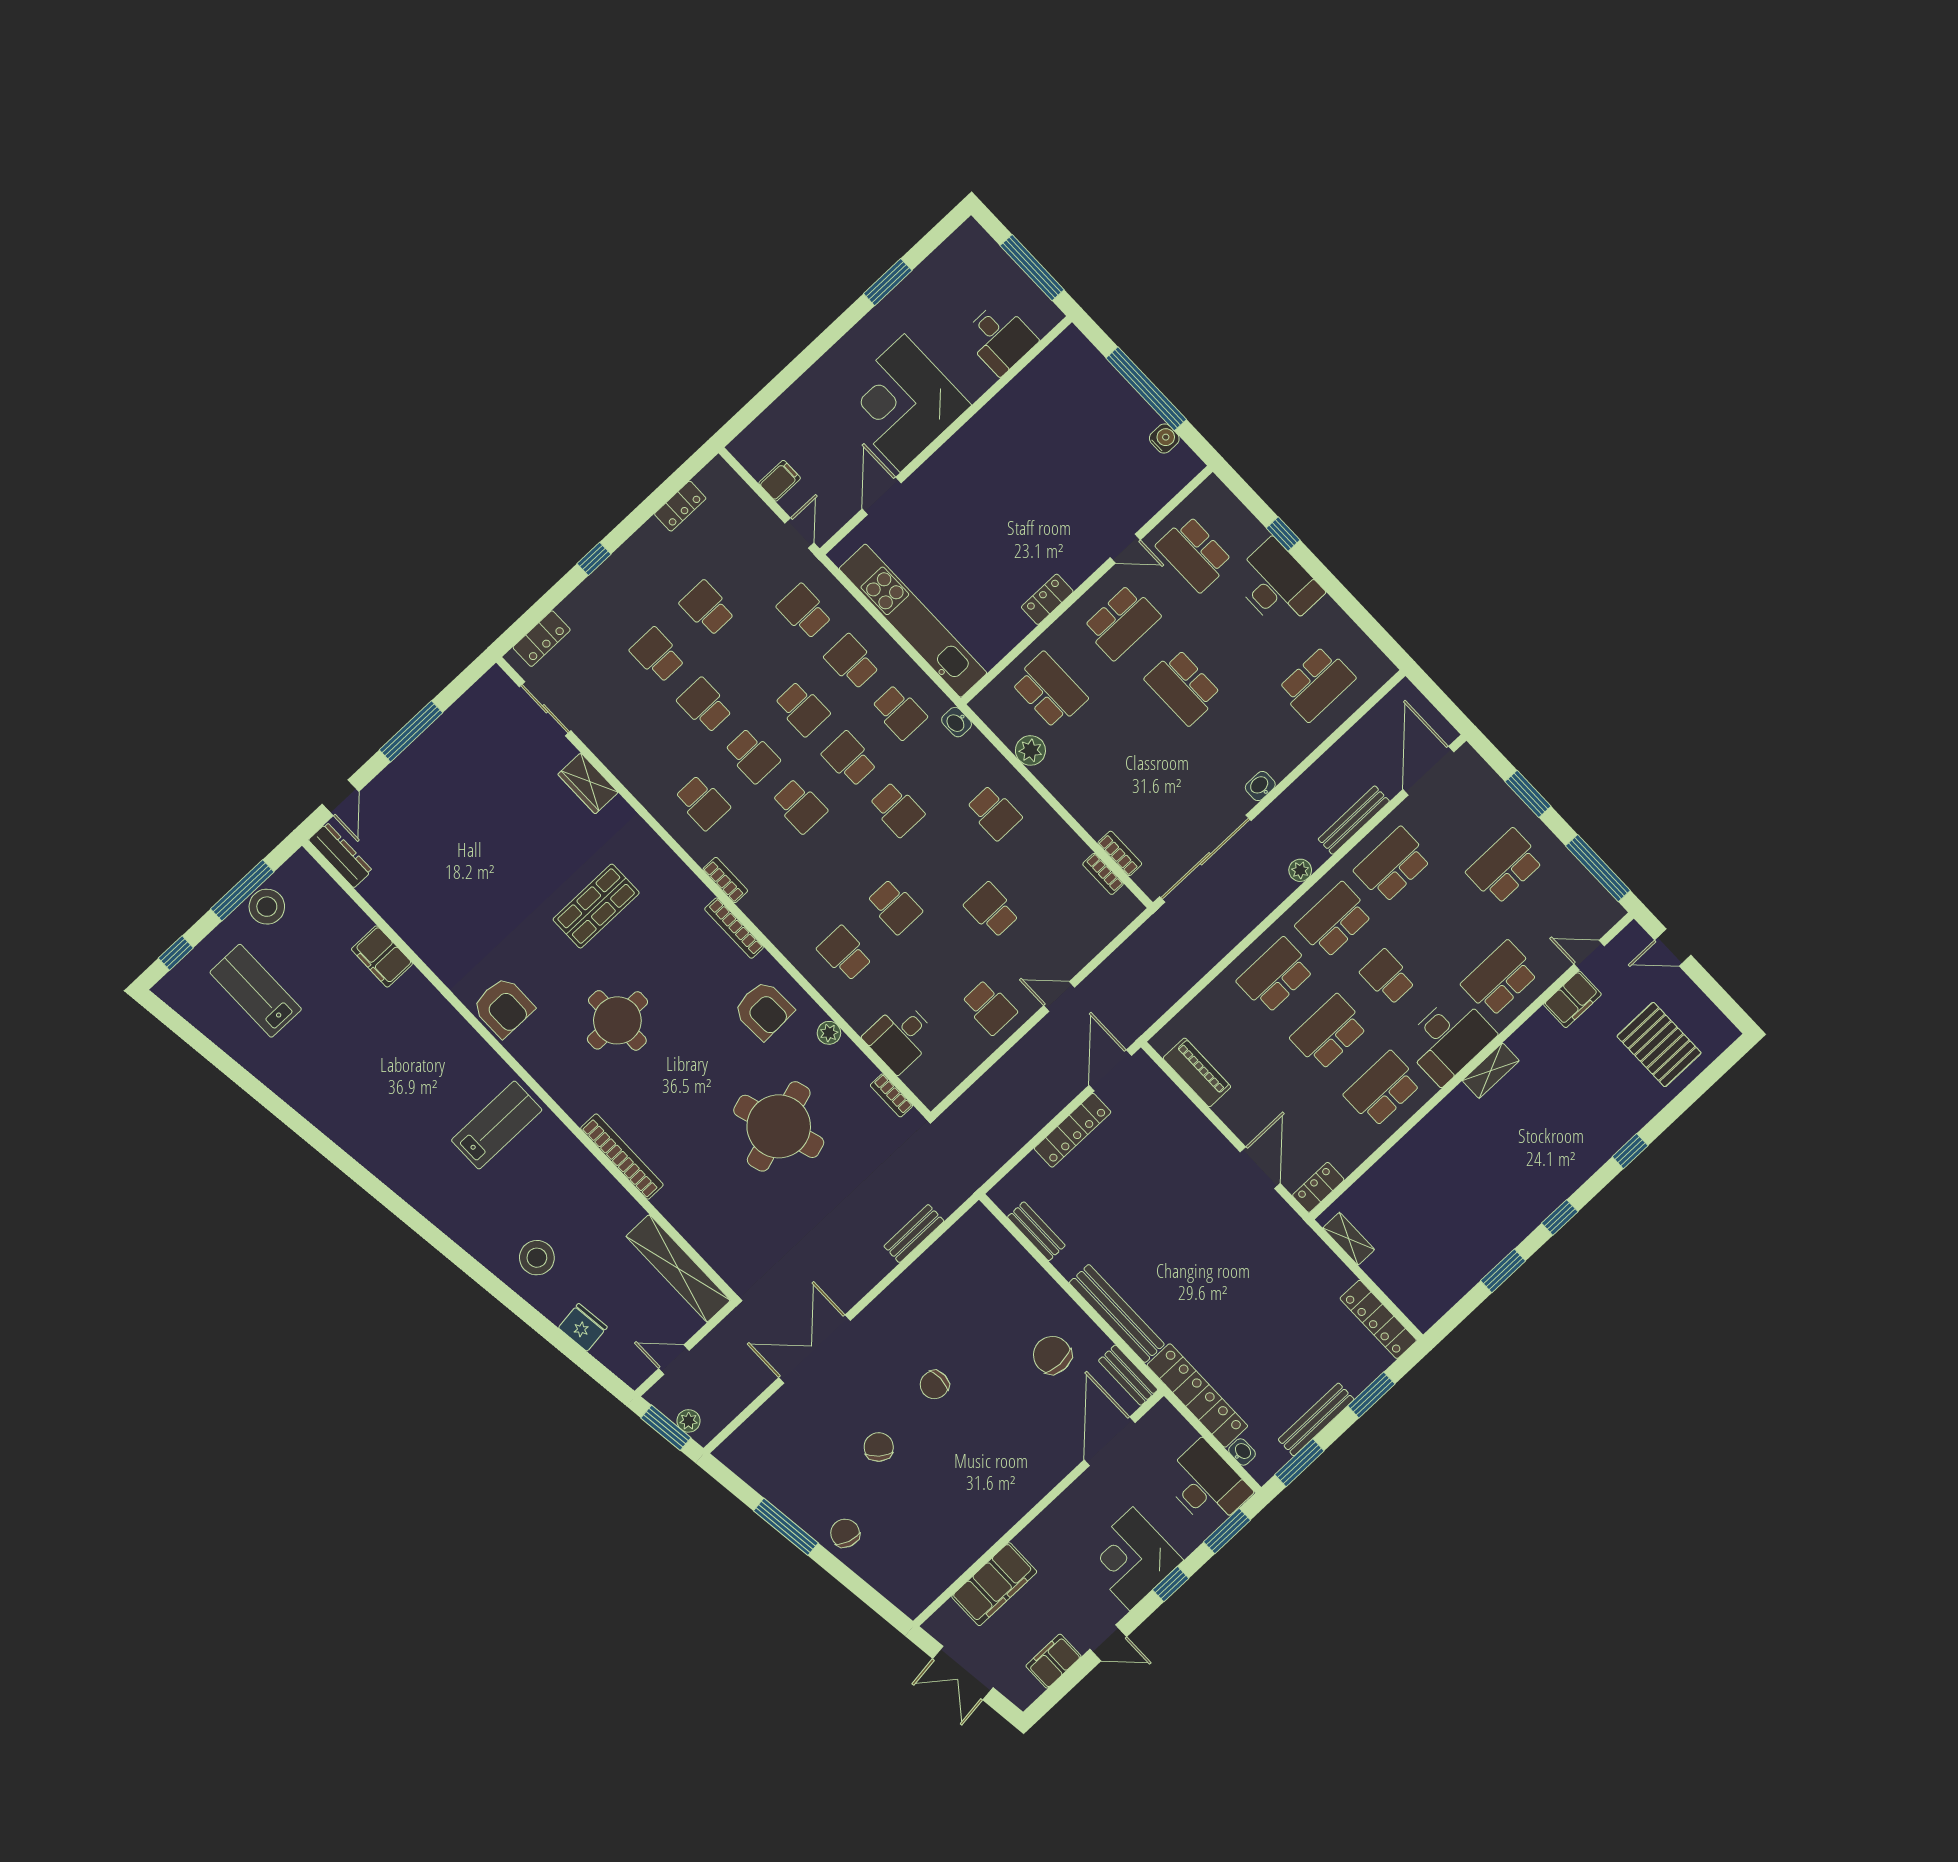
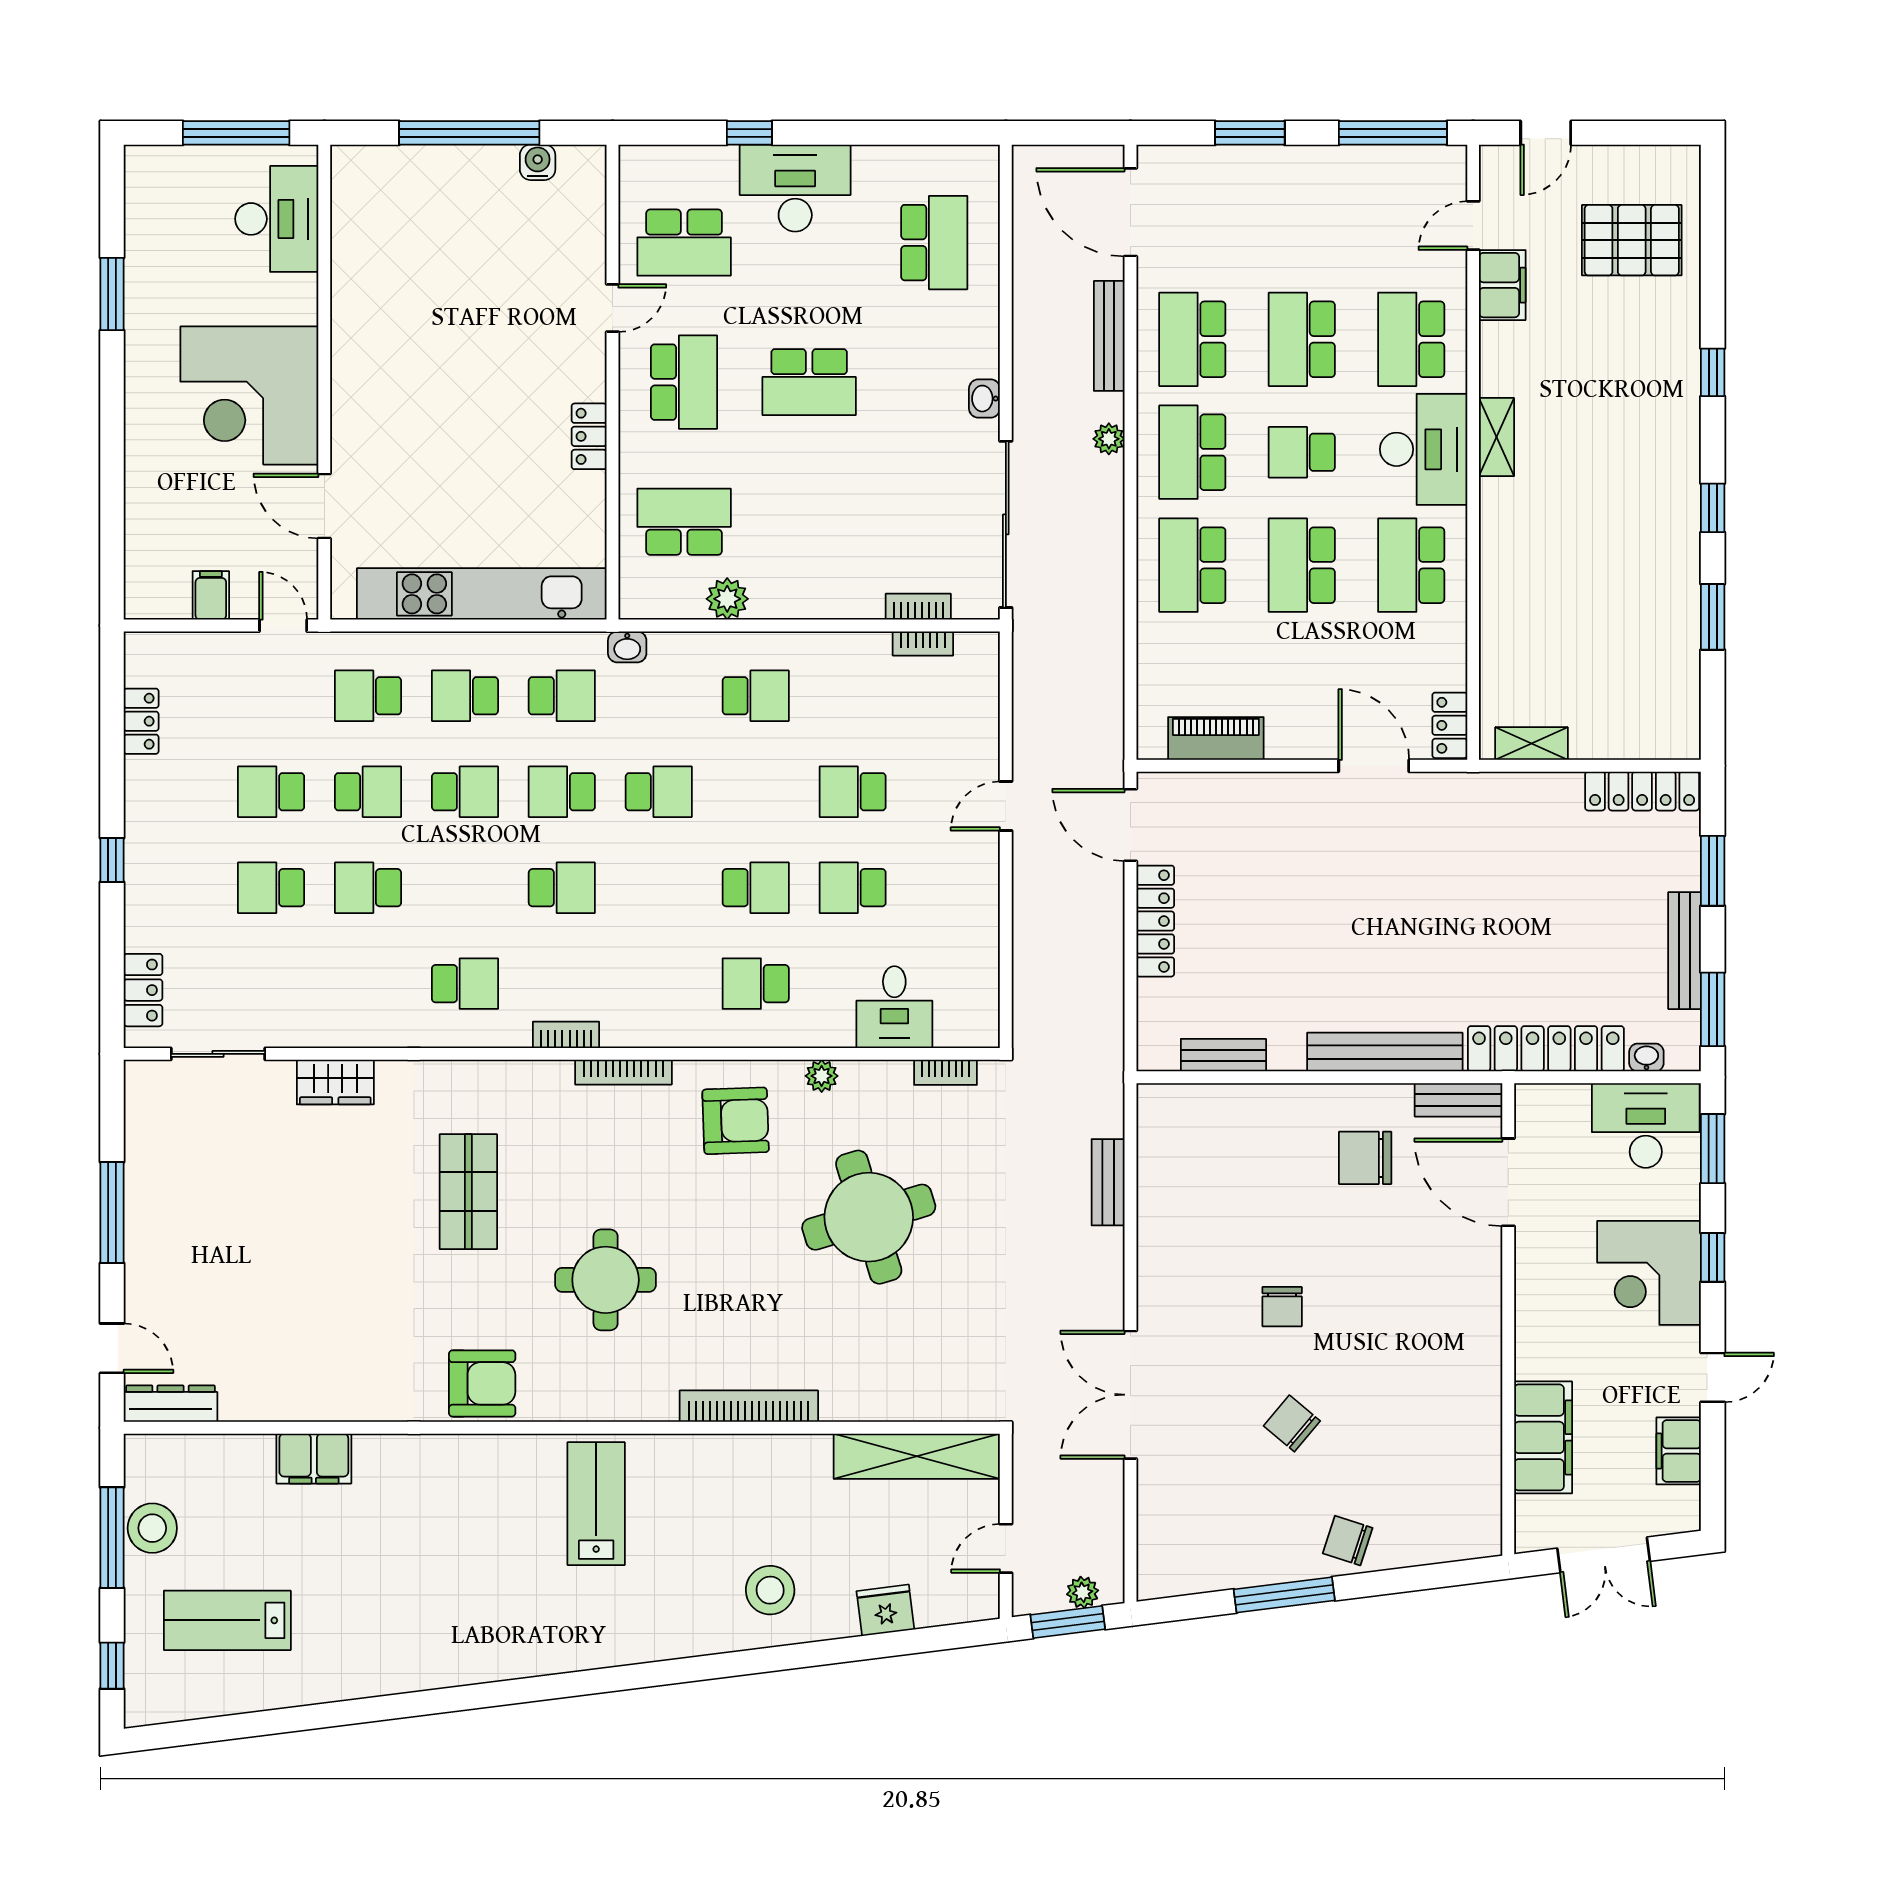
desk: (1000, 338) -> (277, 219), width x1.37
school desk: (752, 756) -> (368, 792), moved
school desk: (1505, 867) -> (1302, 339), moved
school desk: (989, 1007) -> (853, 888), moved, turned 180

